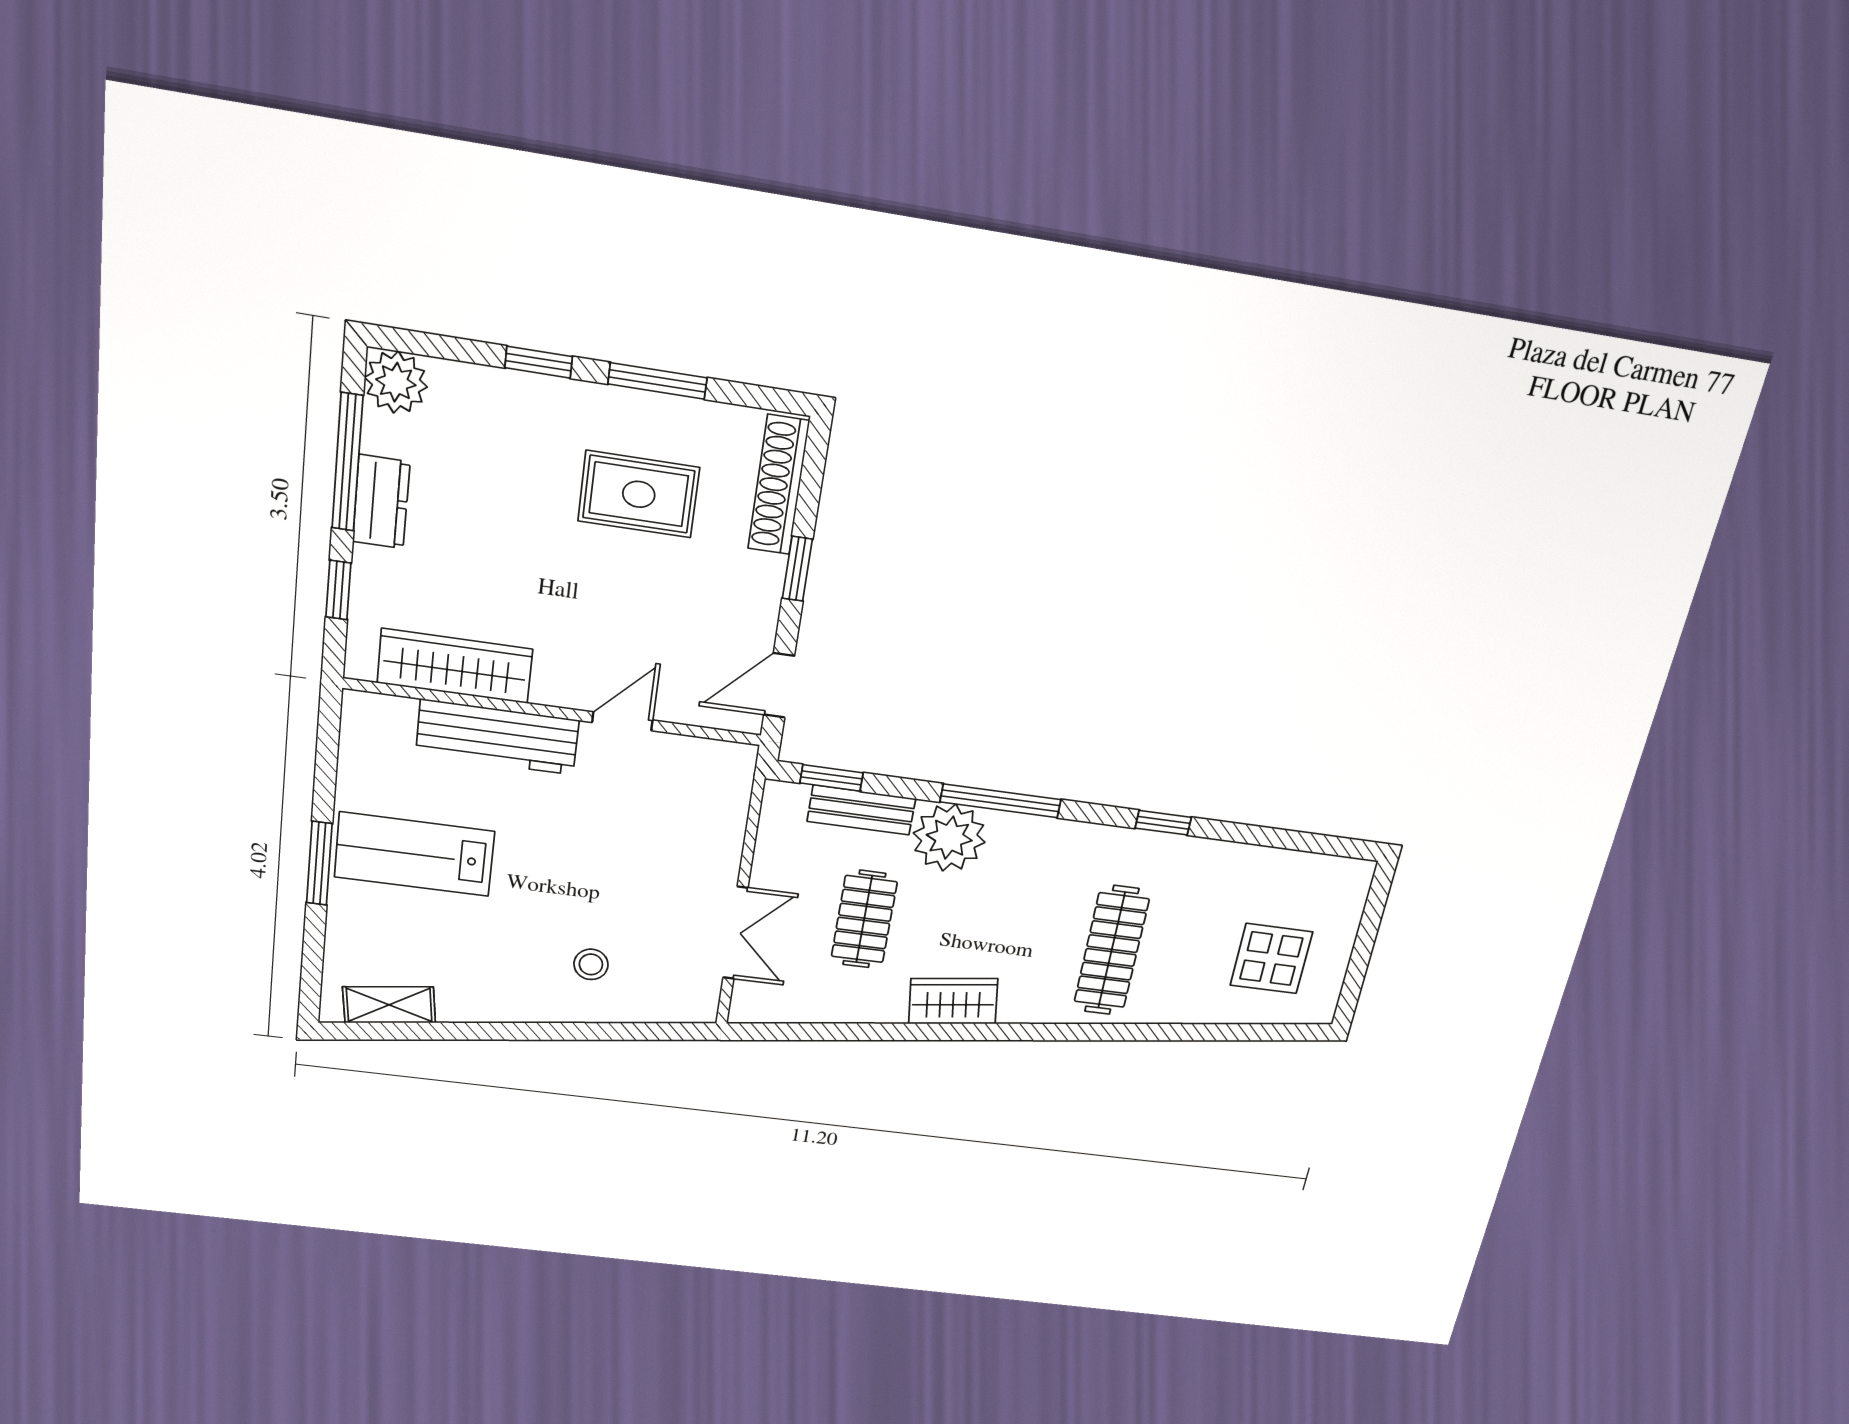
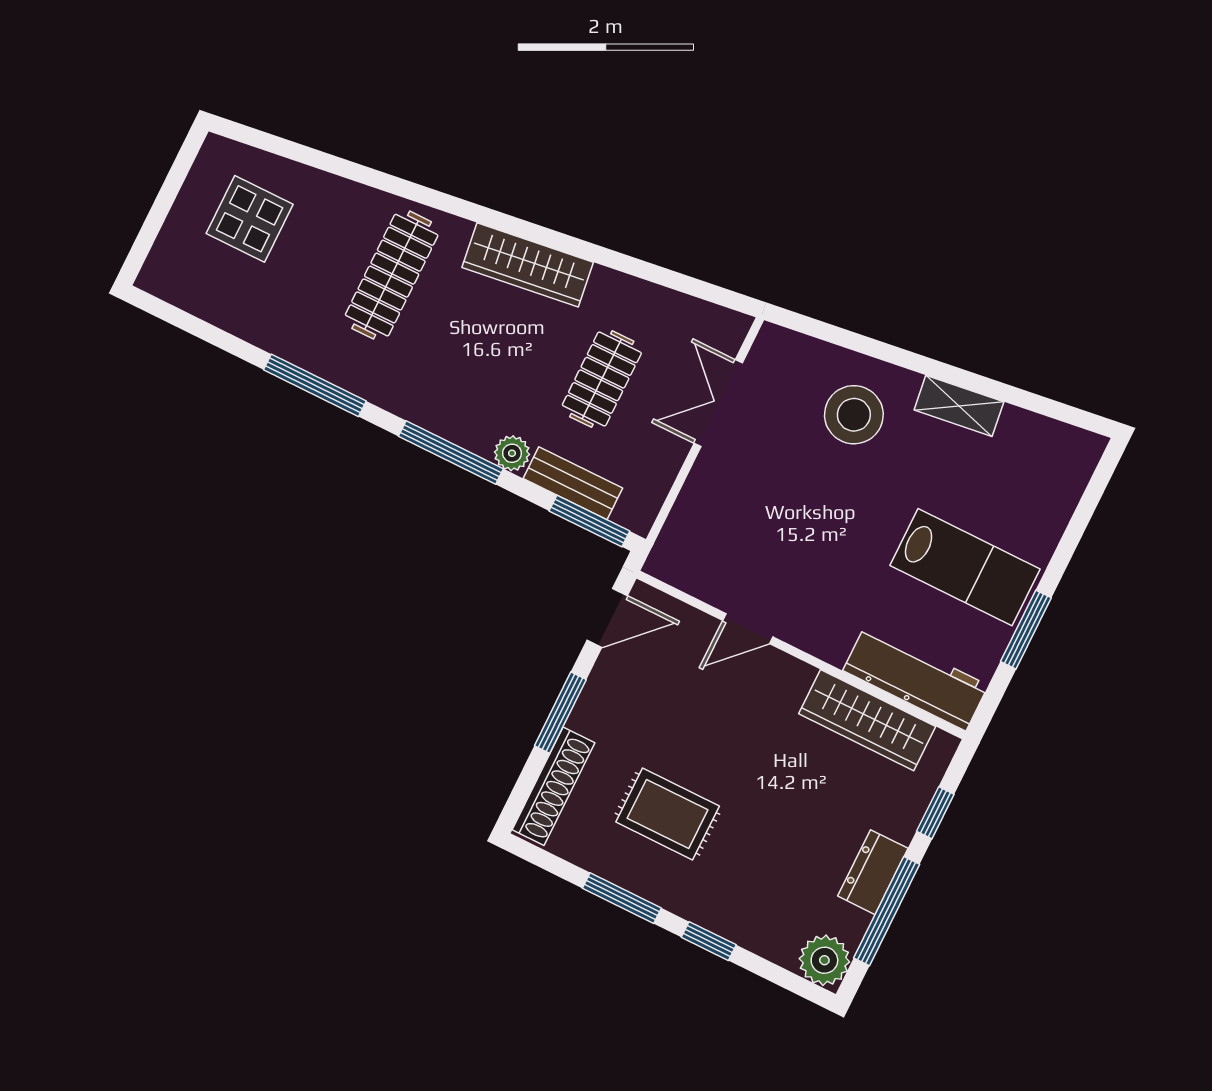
window: (797, 569) -> (560, 713), width x1.50
workbench: (497, 737) -> (916, 678), moved
window: (831, 778) -> (589, 521), width x1.50
window: (1163, 823) -> (315, 385), width x2.17
plant: (949, 838) -> (512, 453), width x0.53, depth x0.53
window: (319, 863) -> (1026, 630), moved
stool: (591, 964) -> (854, 415), width x1.89, depth x1.89
wardrobe: (953, 1001) -> (528, 265), width x1.50
shelving: (389, 1005) -> (959, 406), moved

